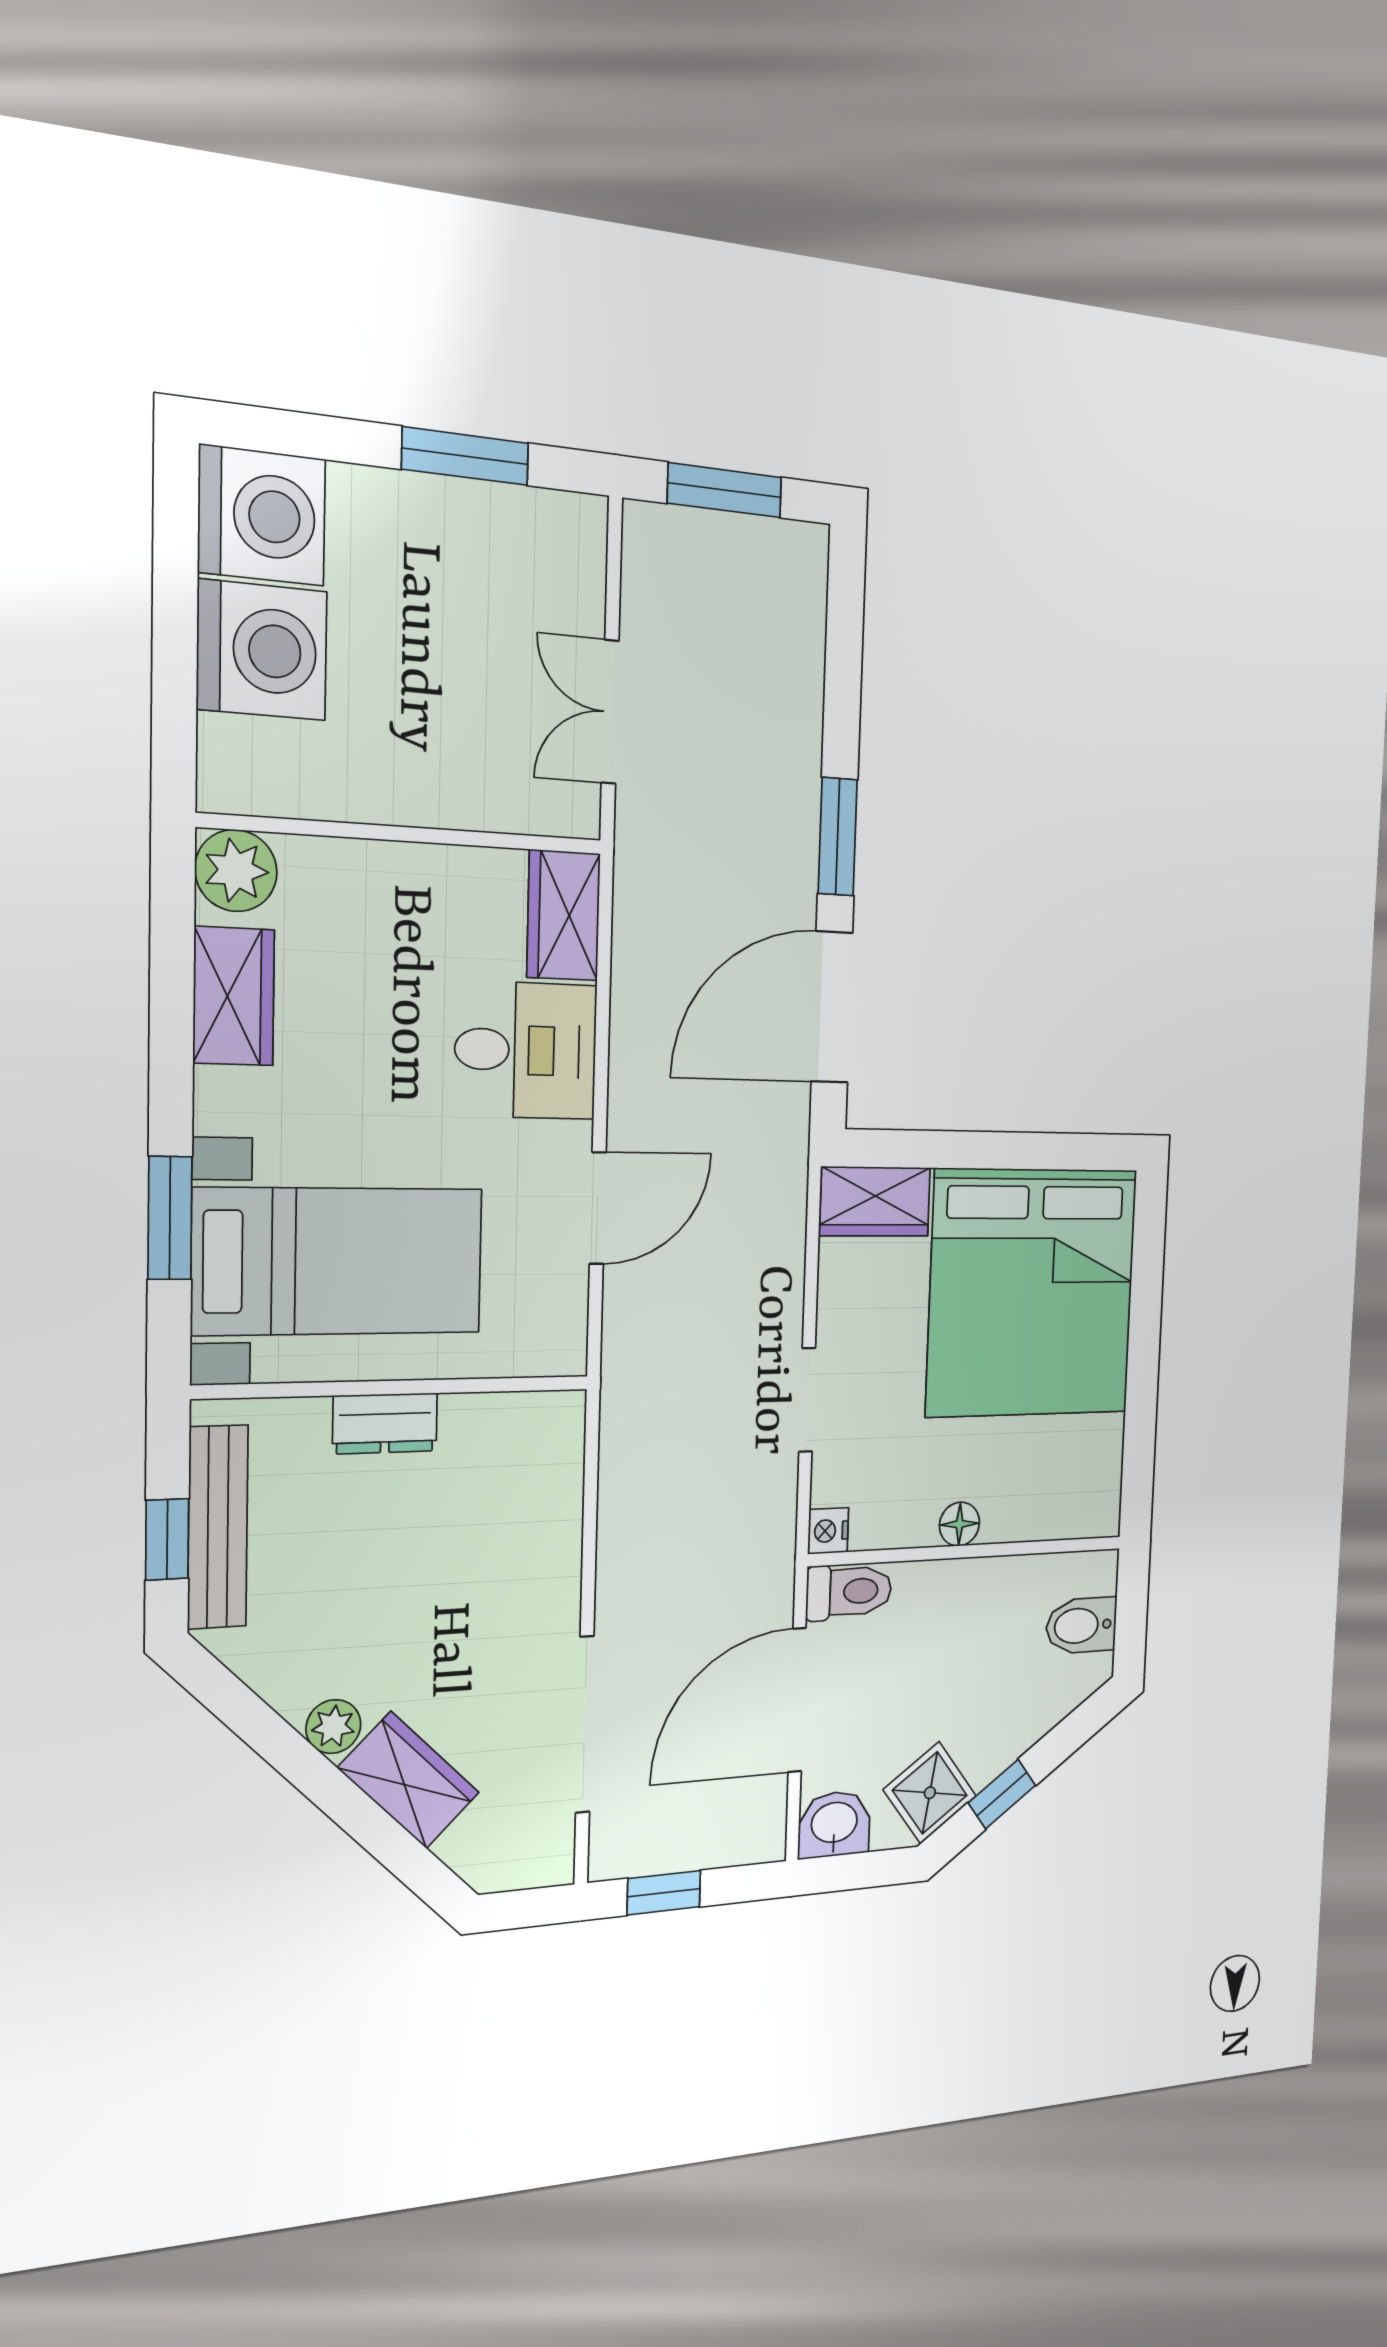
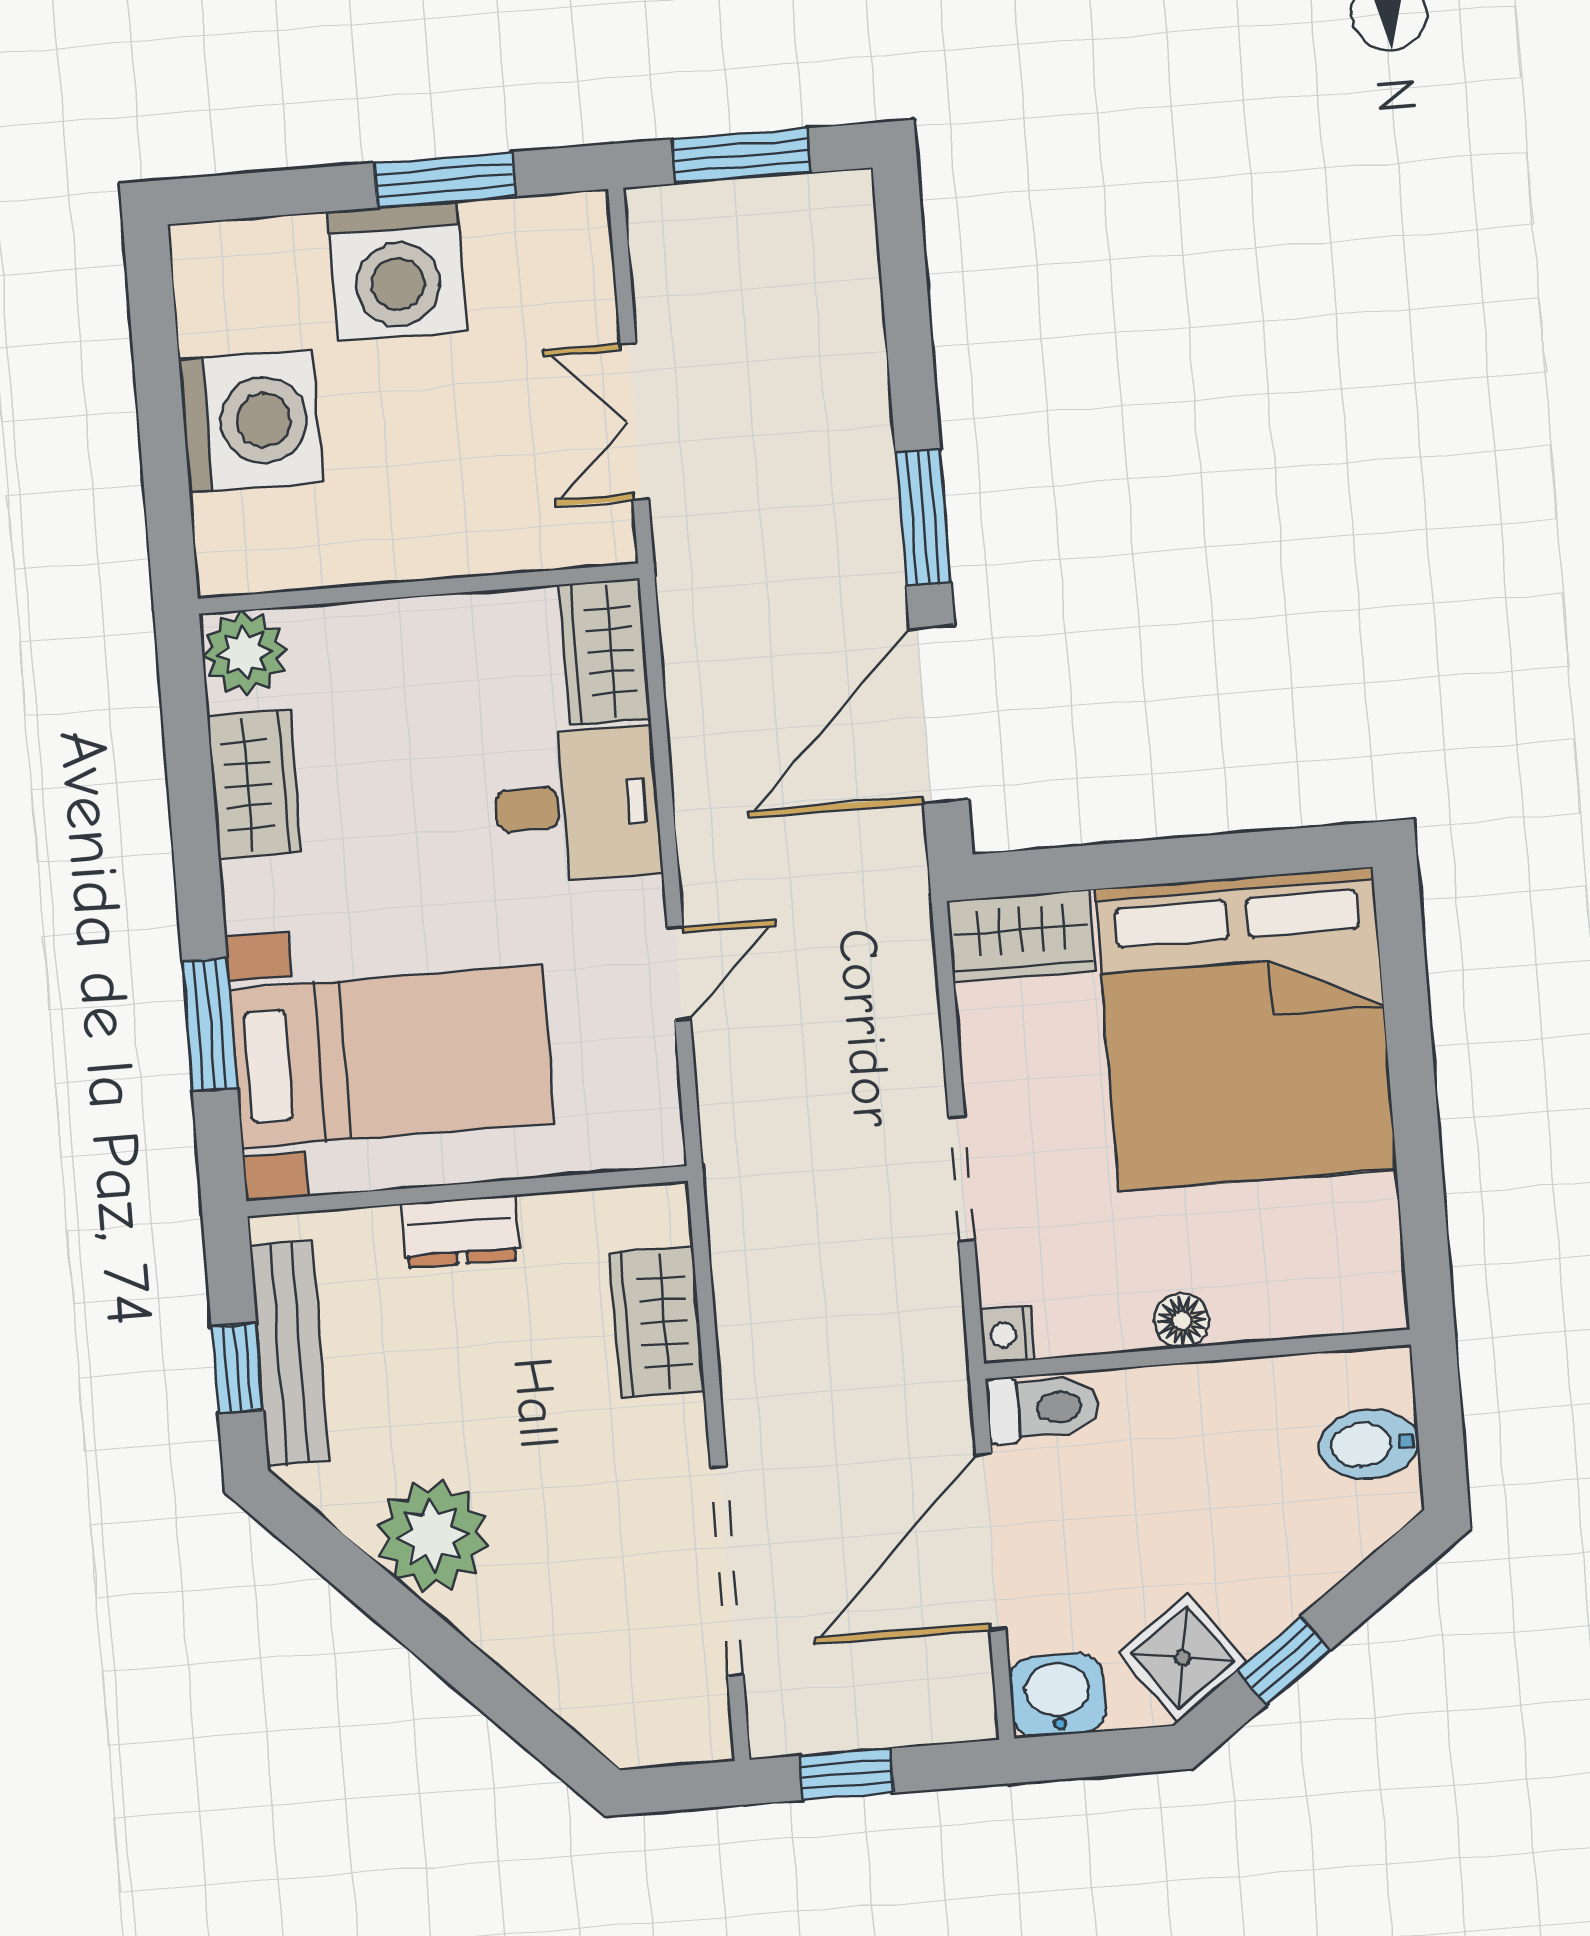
washing machine: (262, 515) -> (397, 271), moved, turned 90
door: (598, 1208) -> (679, 974), width x0.73
plant: (333, 1727) -> (432, 1536), width x1.87, depth x1.87
wardrobe: (409, 1780) -> (657, 1323), moved, turned -135

